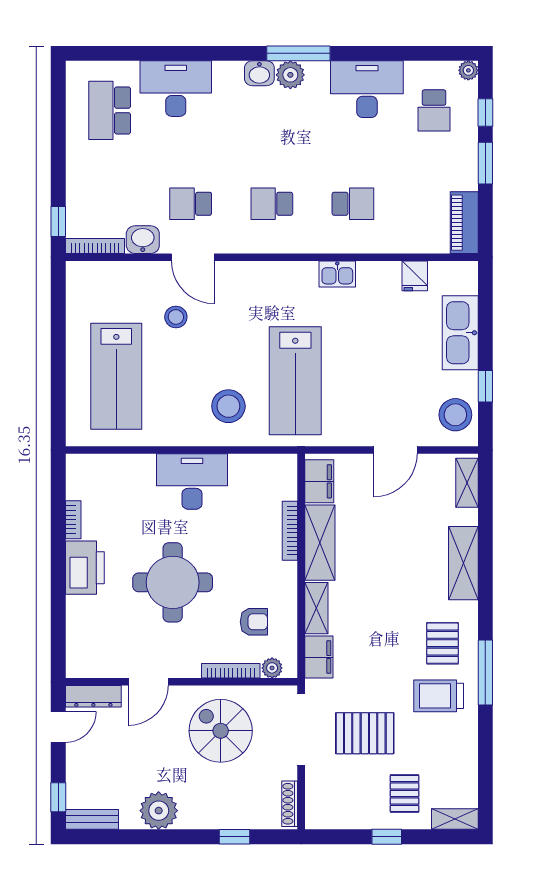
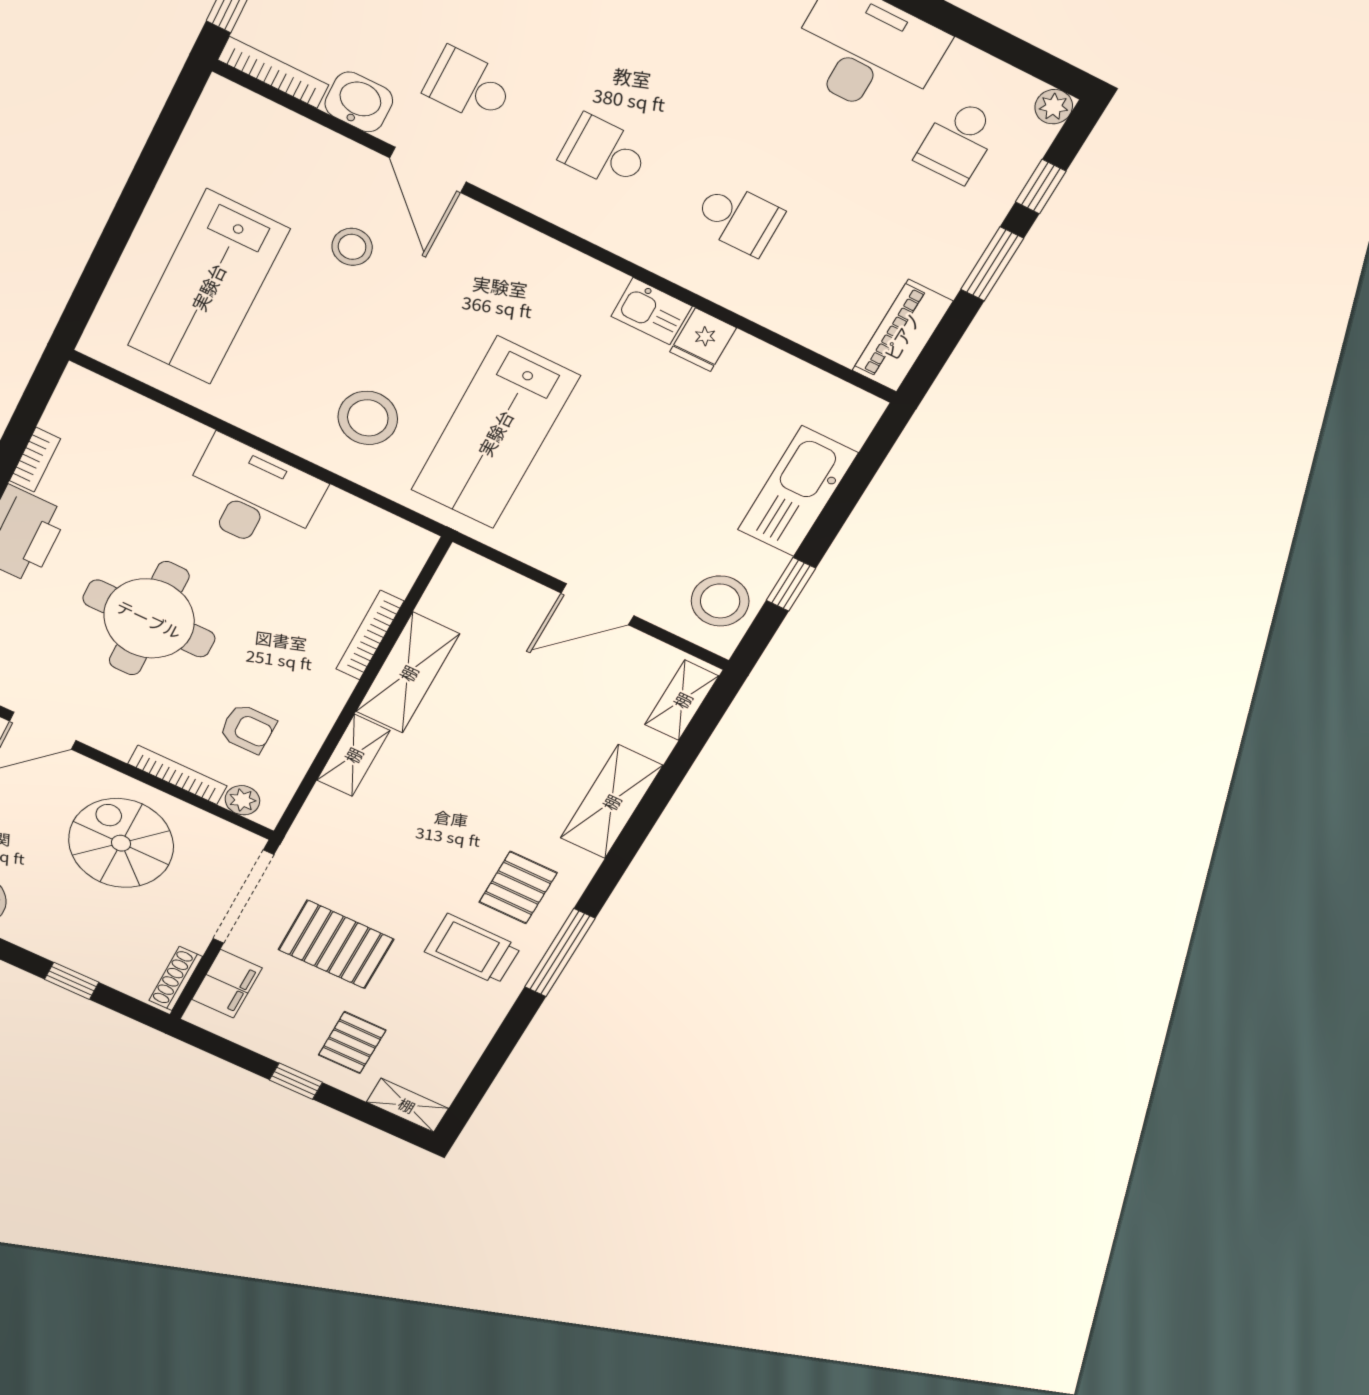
fridge: (415, 276) -> (703, 340), moved
filing cabinet: (319, 481) -> (454, 590), removed
filing cabinet: (319, 657) -> (227, 984), moved

